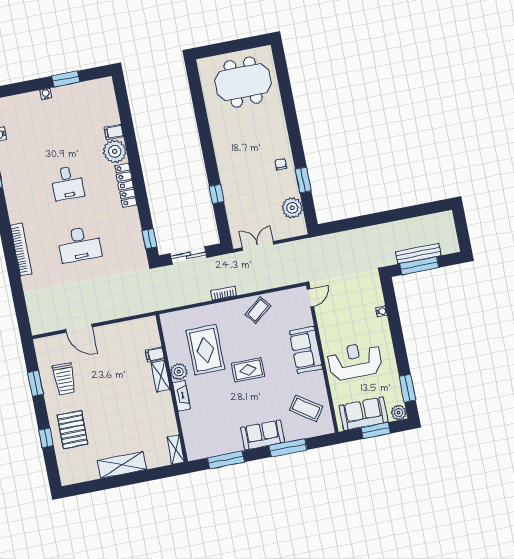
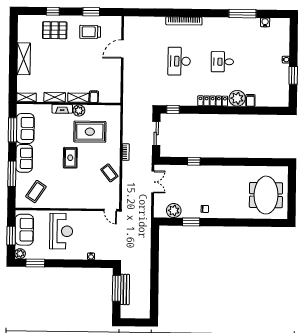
sofa: (306, 350) -> (25, 128), moved, turned 90
shelving: (167, 410) -> (55, 97), added

